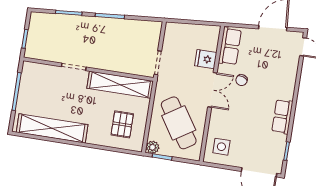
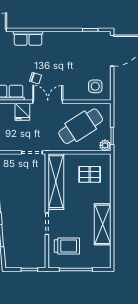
trolley: (45, 86) -> (67, 246), added
row of seats: (282, 117) -> (28, 38), moved
shelving: (52, 128) -> (103, 224), width x0.68

